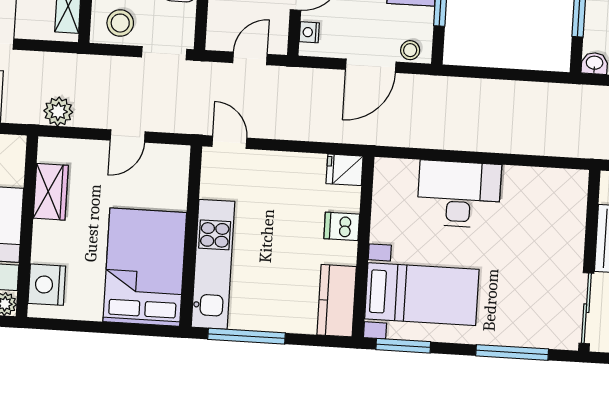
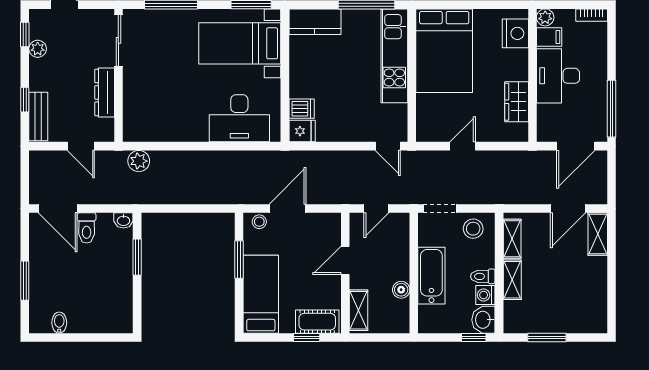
nightstand: (309, 32) -> (334, 230), removed
plant: (58, 111) -> (139, 161), moved
desk: (459, 194) -> (239, 118), moved
dishwasher: (342, 226) -> (302, 109), moved
kitchen counter: (337, 301) -> (315, 22), moved, turned 90

